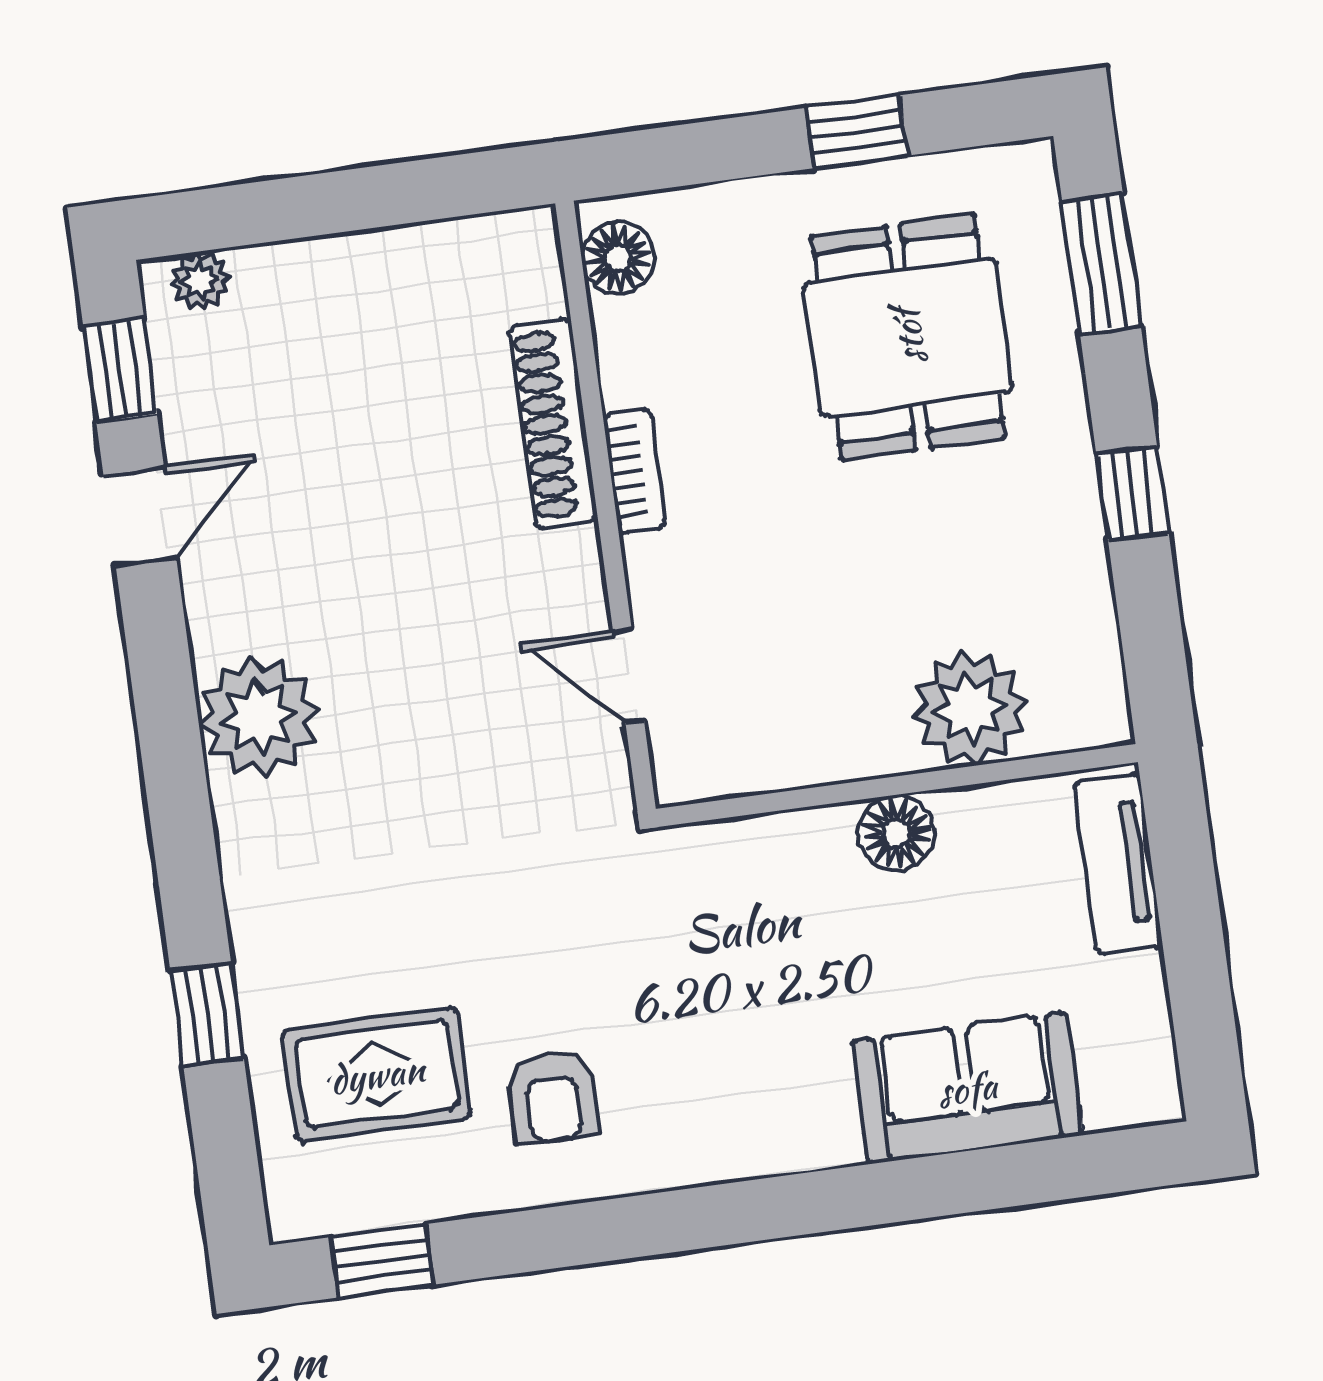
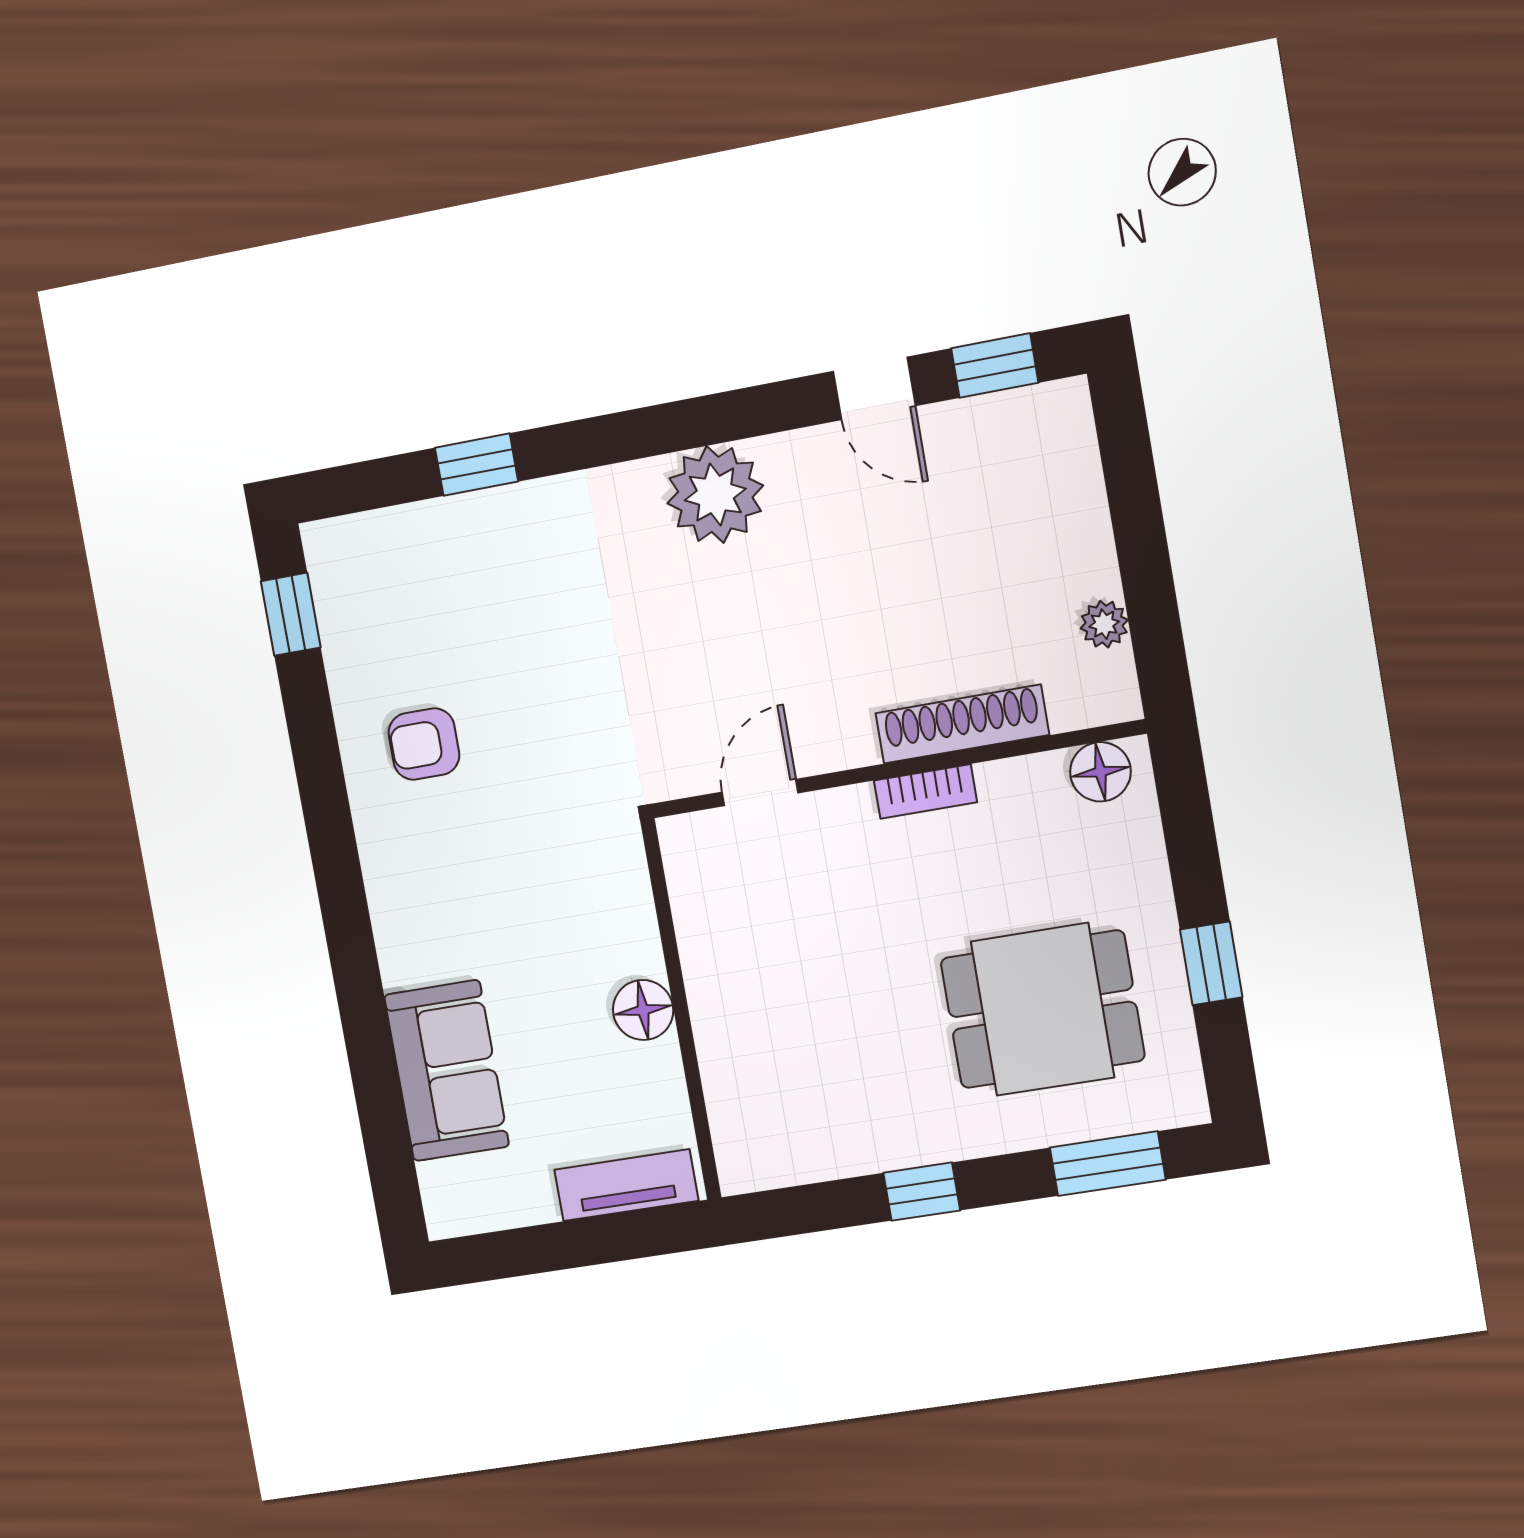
plant: (200, 281) -> (1104, 624), moved
plant: (970, 708) -> (744, 1066), removed
rug: (377, 1074) -> (436, 603), removed

